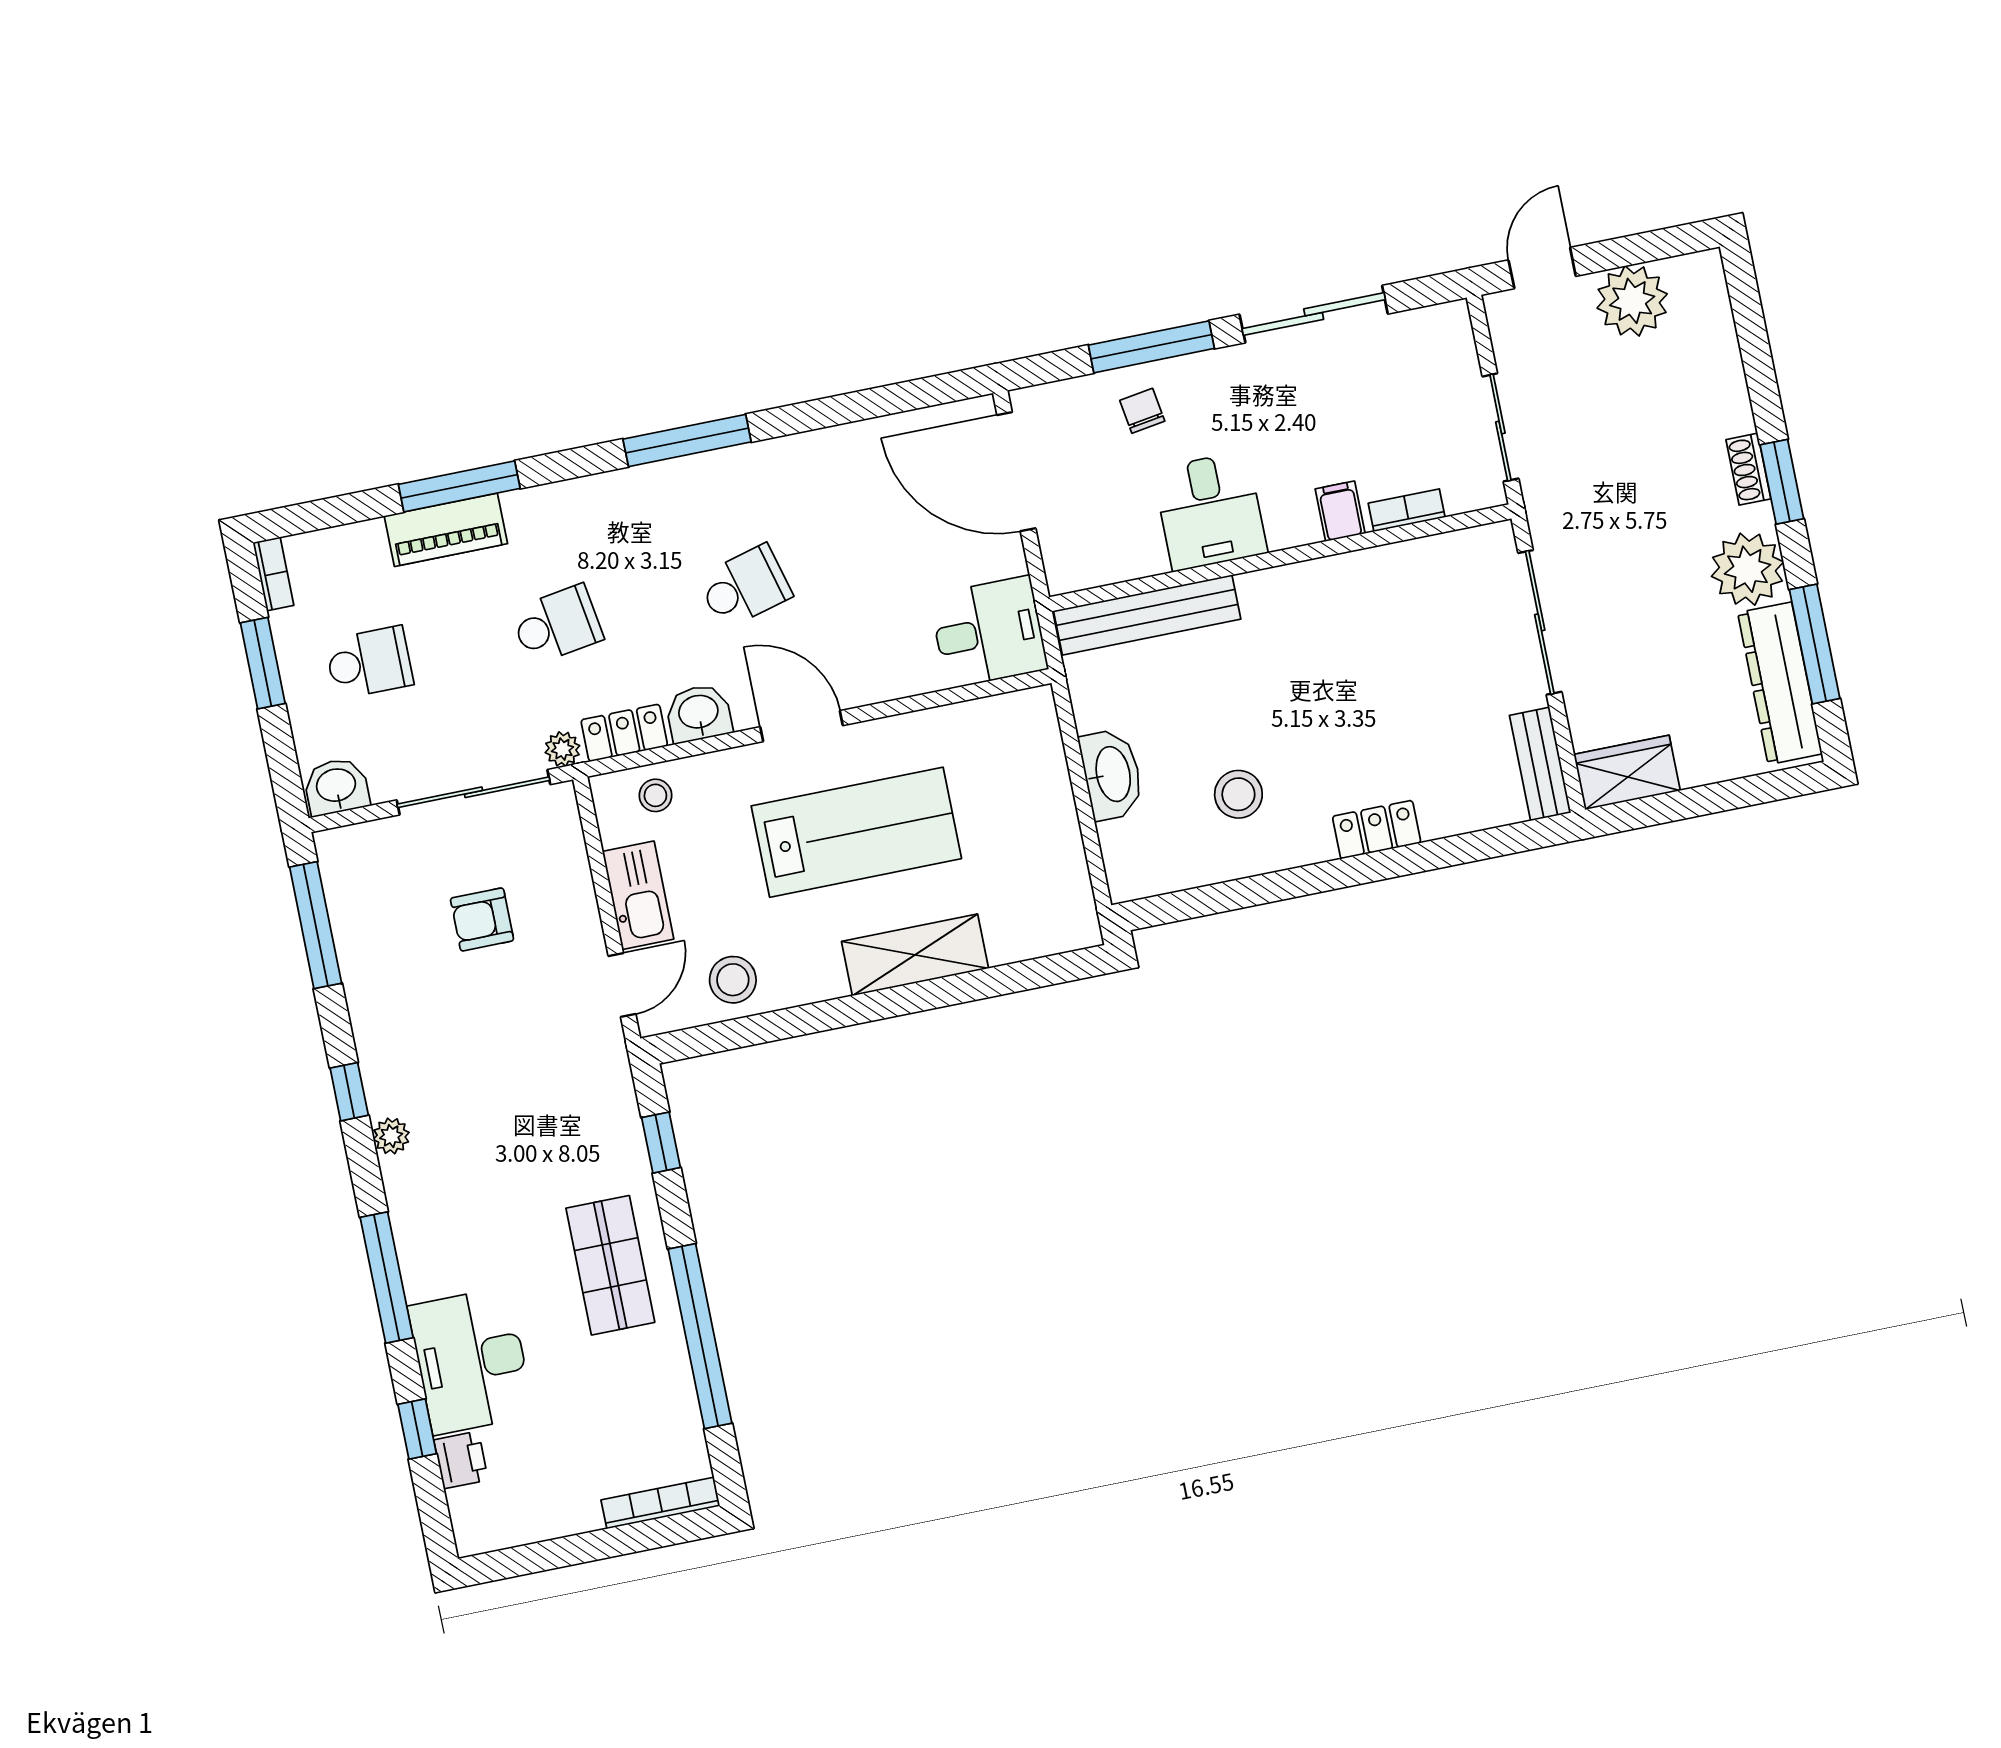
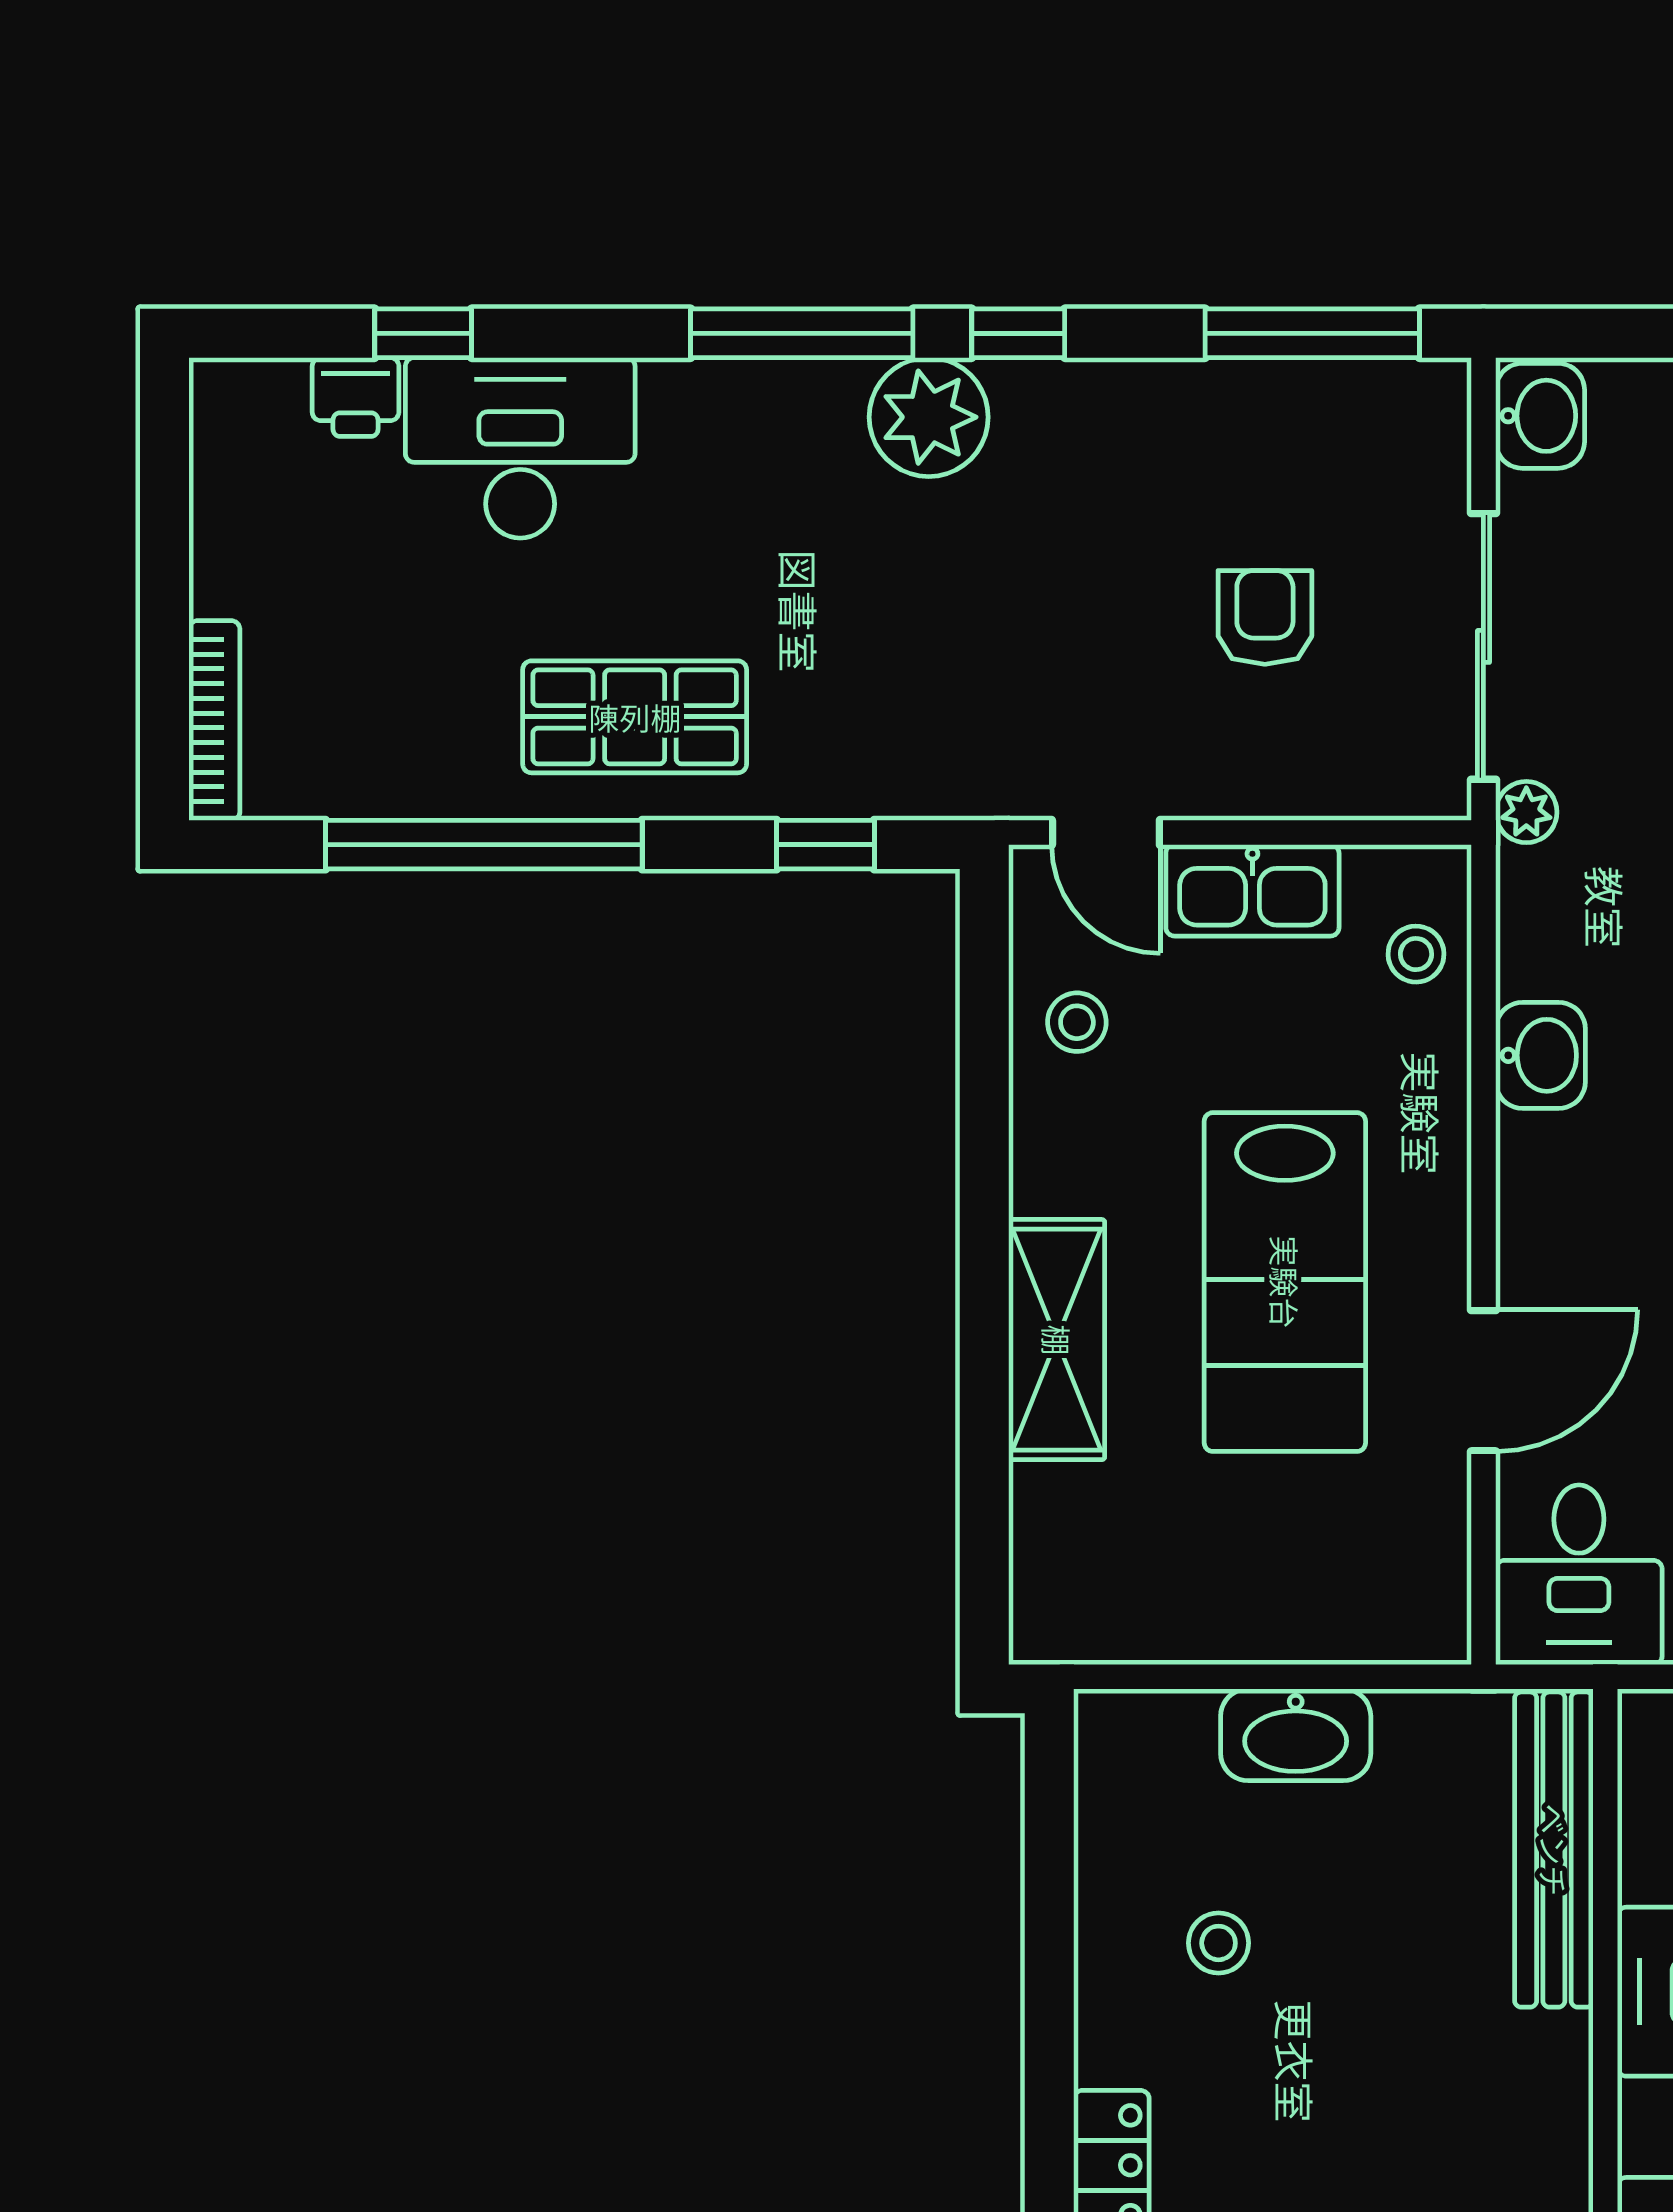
door: (802, 726) -> (1483, 1381), moved
locker: (624, 733) -> (1533, 923), removed
stool: (1238, 794) -> (1219, 1943), width x0.73, depth x0.73
stool: (733, 980) -> (1077, 1022), width x0.73, depth x0.73
plant: (391, 1136) -> (929, 417), width x1.88, depth x1.88
window: (387, 1278) -> (802, 333), moved

